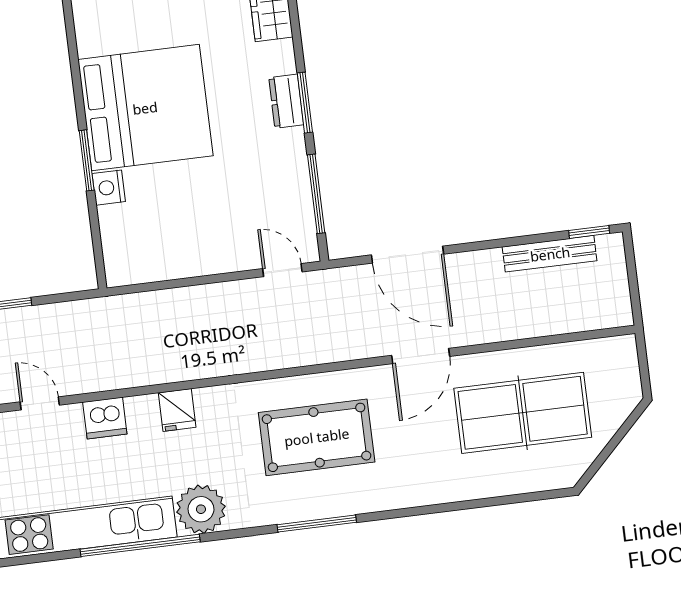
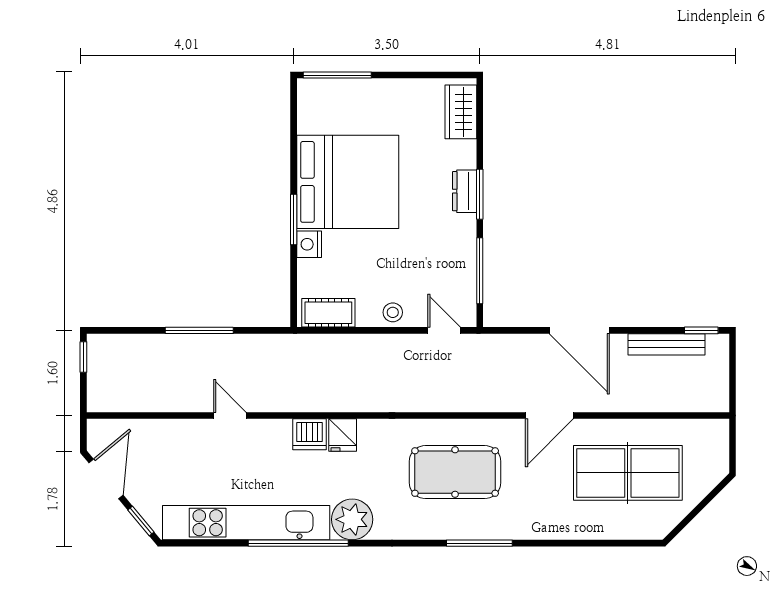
door: (407, 255) -> (579, 330), moved
stool: (219, 256) -> (393, 312), added
cot: (142, 266) -> (328, 313), added
dishwasher: (105, 418) -> (310, 434), moved
window: (317, 523) -> (479, 543), moved

